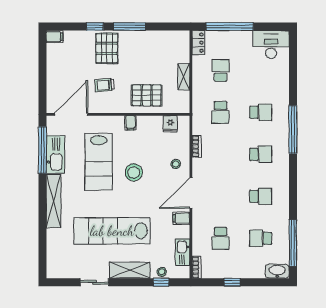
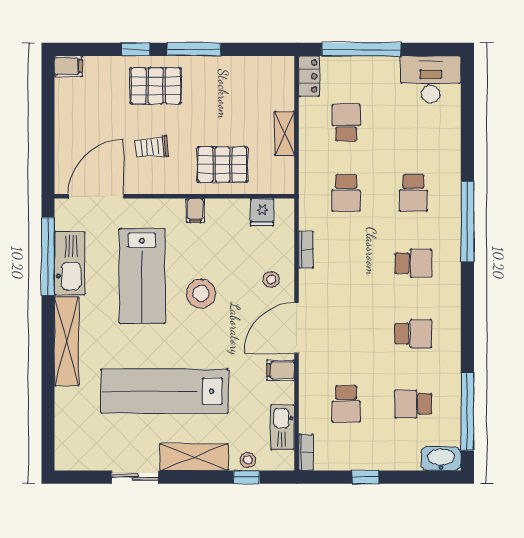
pallet: (107, 48) -> (156, 86), turned 90
school desk: (261, 112) -> (413, 193), turned 90

